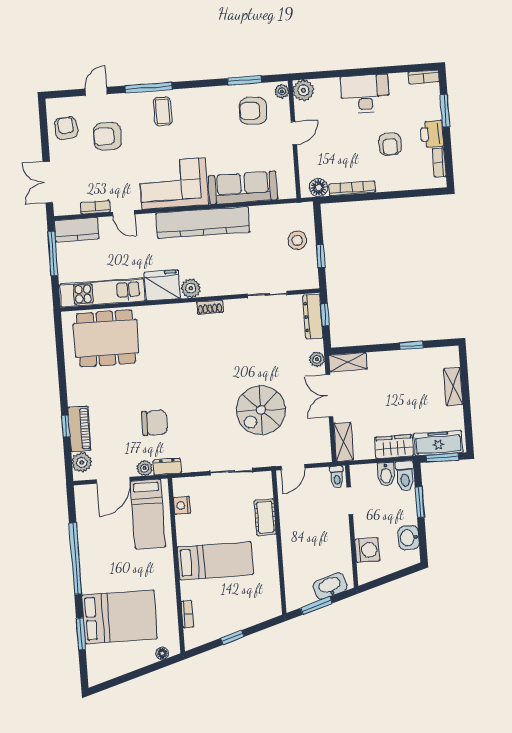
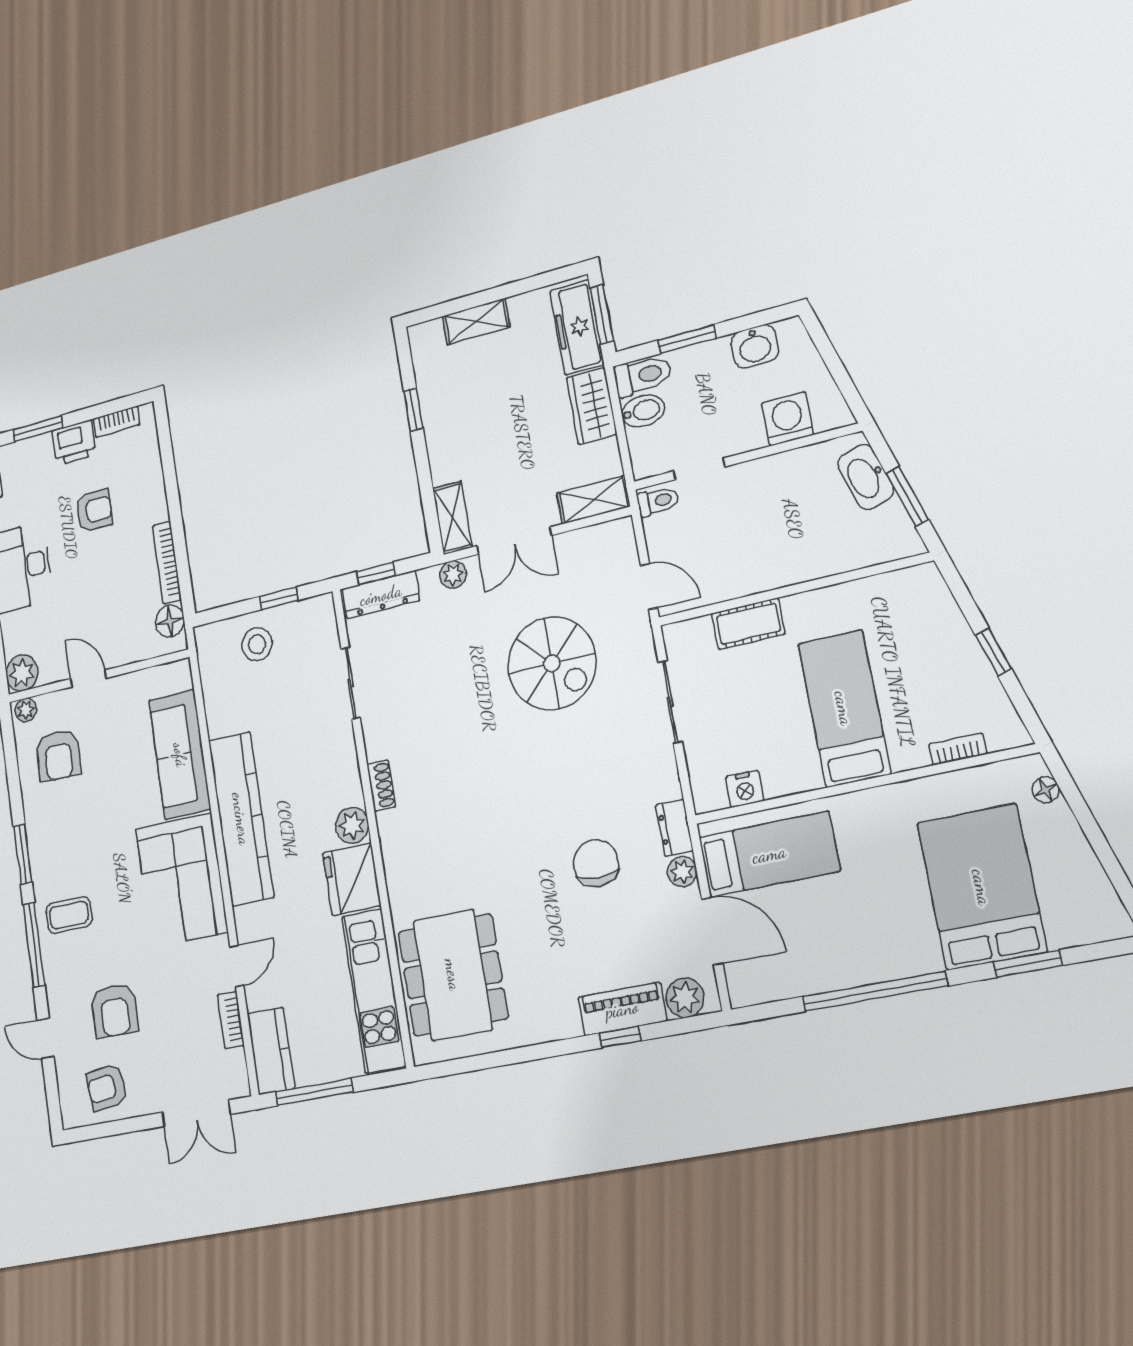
window: (245, 80) -> (23, 854), moved

